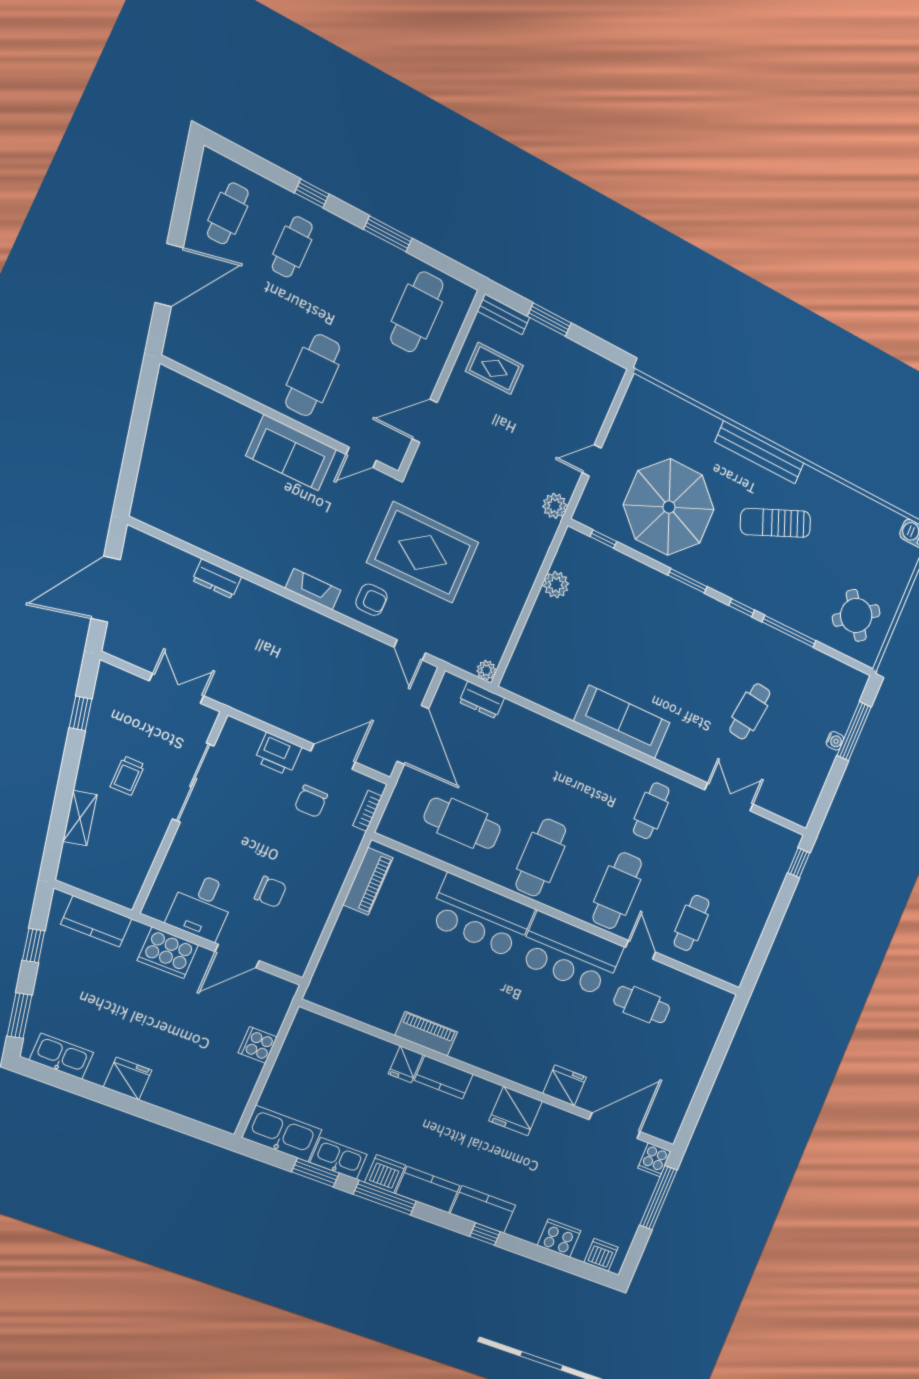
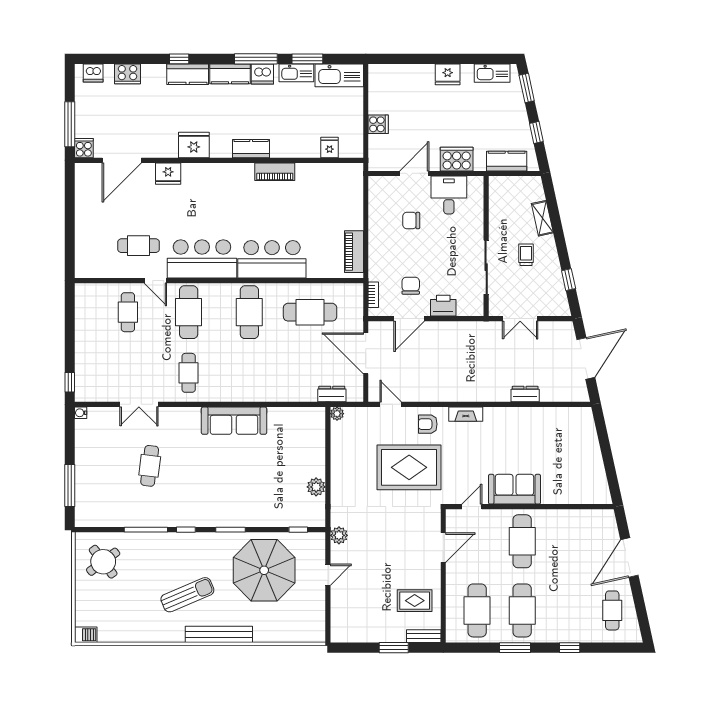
cafe table: (292, 247) -> (522, 610), moved, width x1.37, depth x1.35
water cooler: (835, 741) -> (81, 413), moved
fridge: (406, 1064) -> (329, 147), moved

